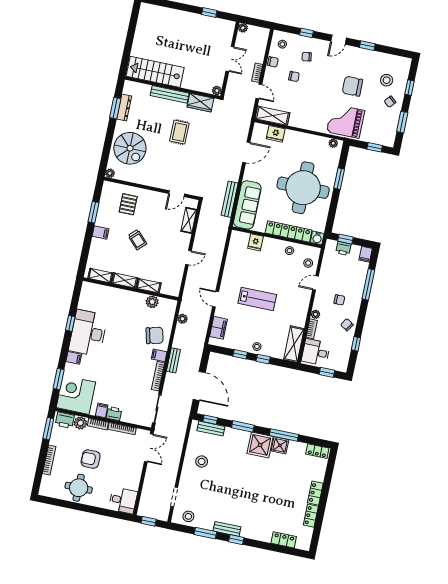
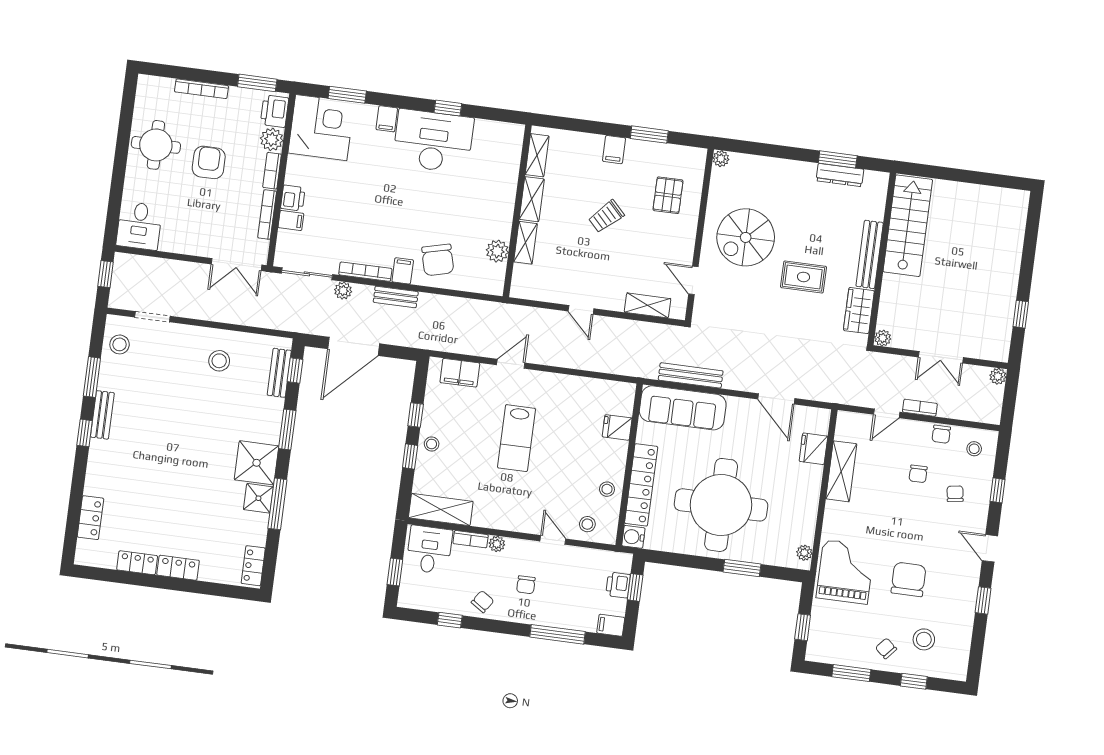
shelving: (272, 116) -> (841, 471), moved
spiral stairs: (130, 148) -> (746, 237), moved
pallet: (128, 204) -> (668, 195), turned 90
plant: (182, 319) -> (343, 291), moved
filing cabinet: (102, 410) -> (291, 220), moved

